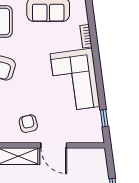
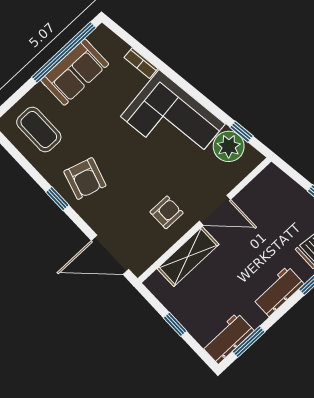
plant: (91, 120) -> (229, 146), added
armchair: (28, 124) -> (167, 212), turned 103

